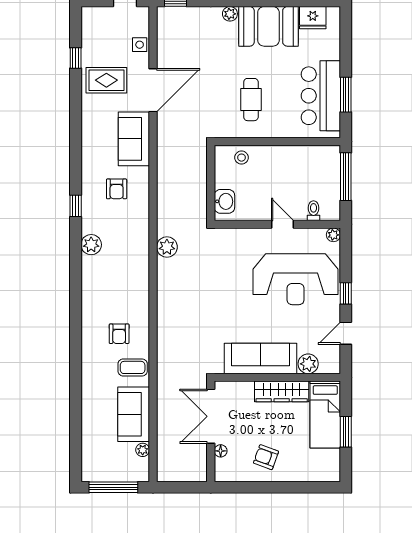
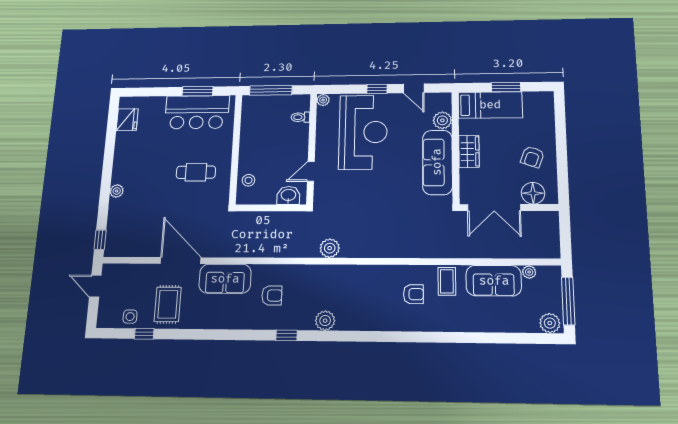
booth: (268, 26) -> (131, 157), removed
side table: (140, 45) -> (130, 317), moved
door: (282, 224) -> (311, 171), moved
wardrobe: (282, 391) -> (469, 151), width x0.67
floor lamp: (221, 451) -> (533, 193), width x1.89, depth x1.89
plant: (91, 468) -> (550, 323), added

